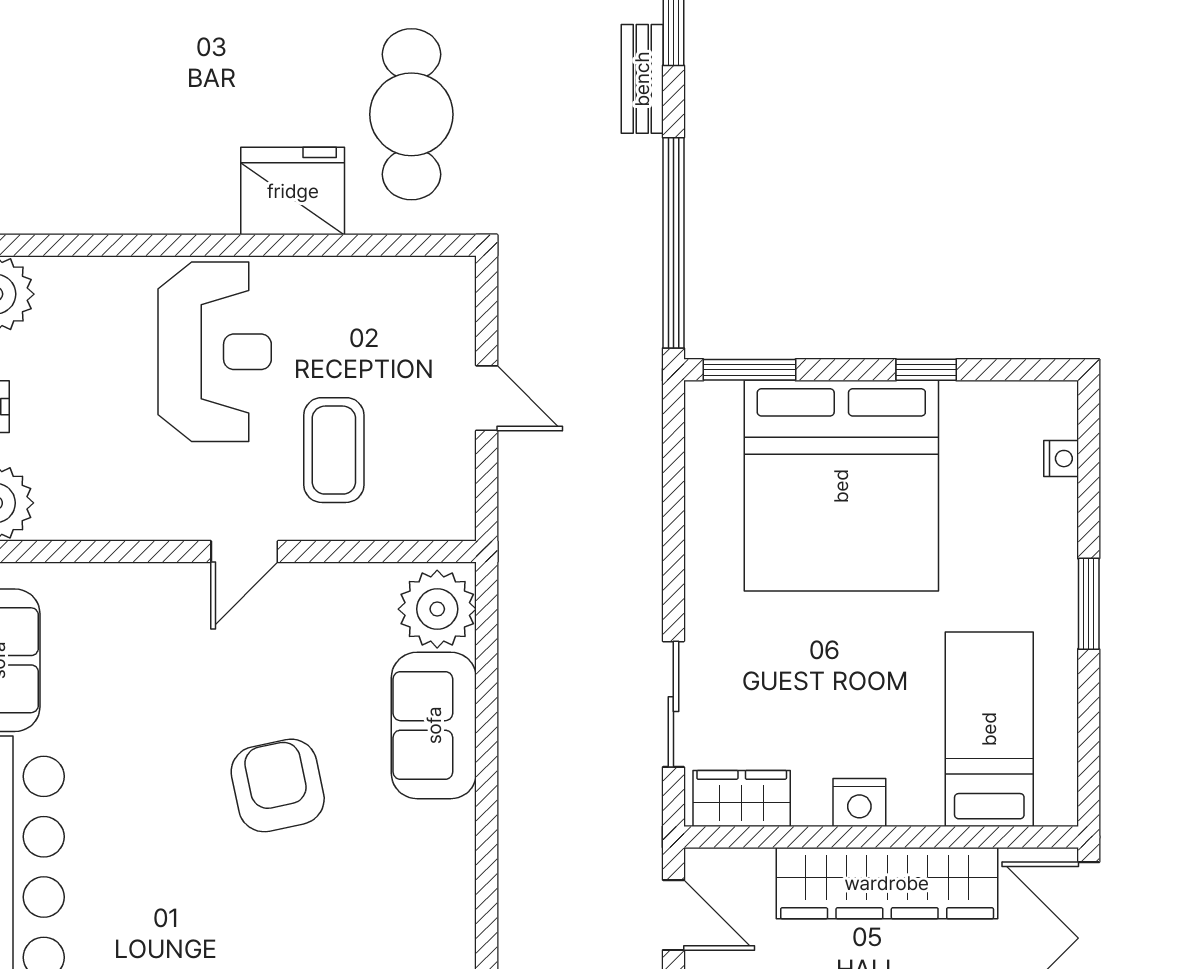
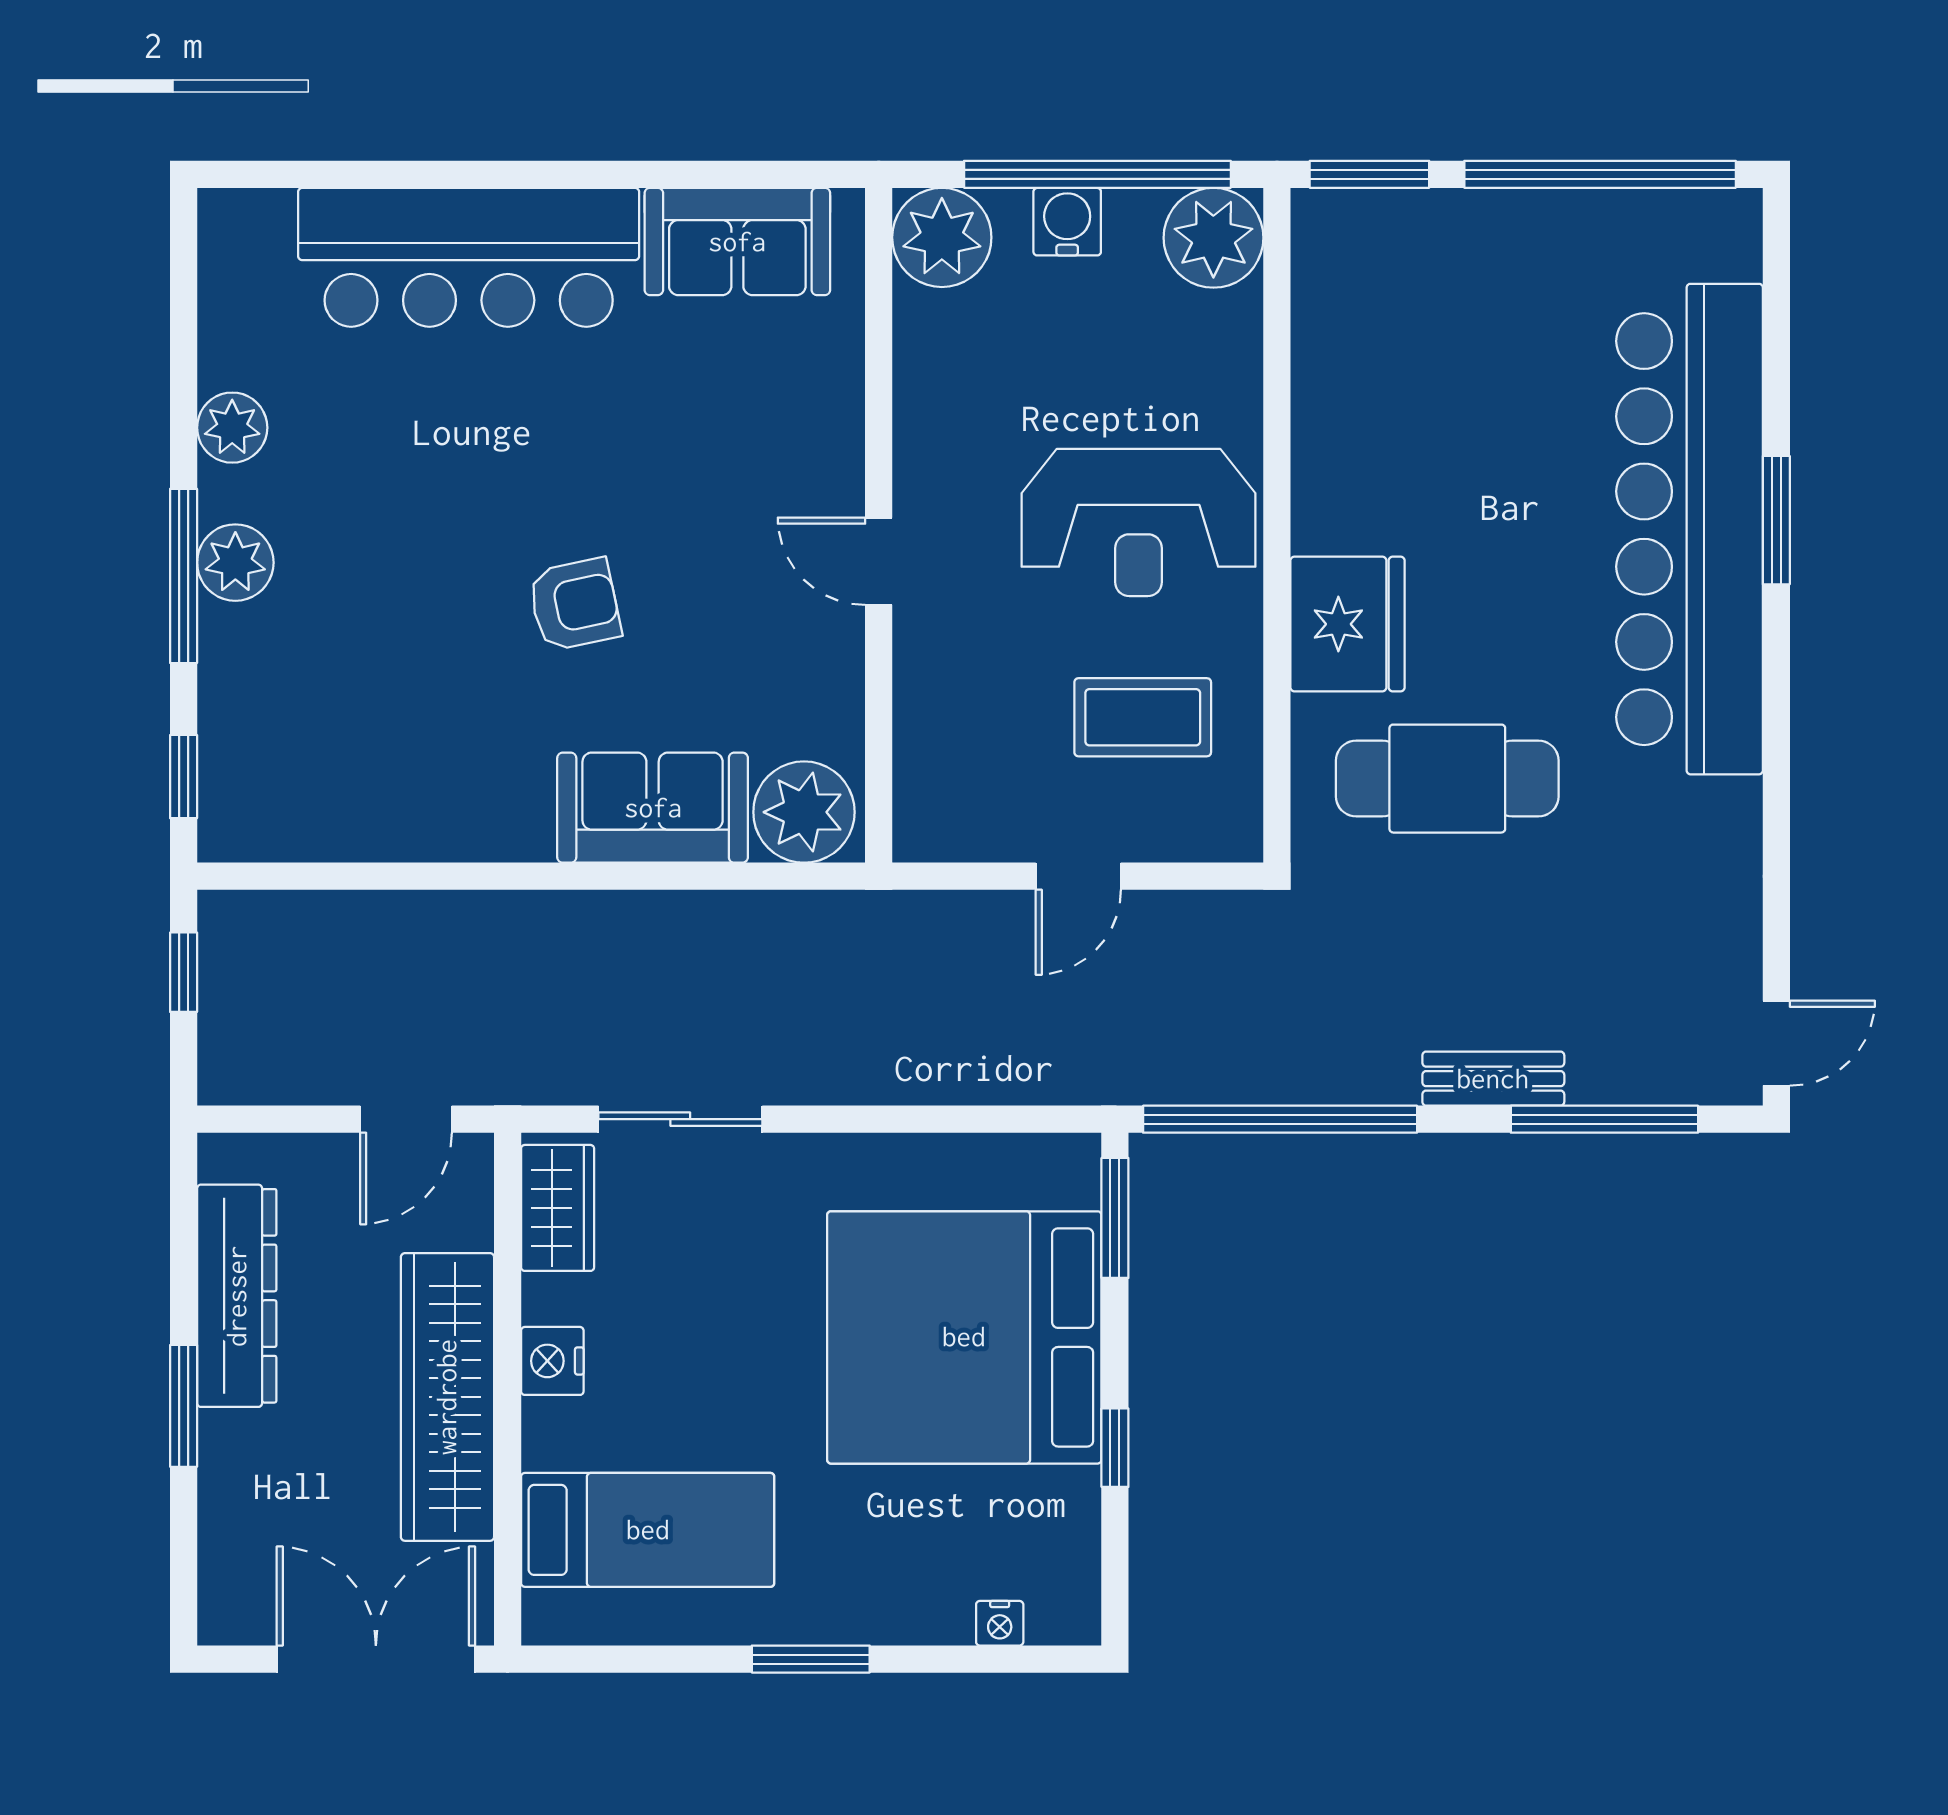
coffee table: (334, 450) -> (1143, 717), moved
armchair: (278, 785) -> (574, 605), width x0.72, depth x0.72

